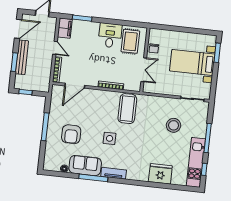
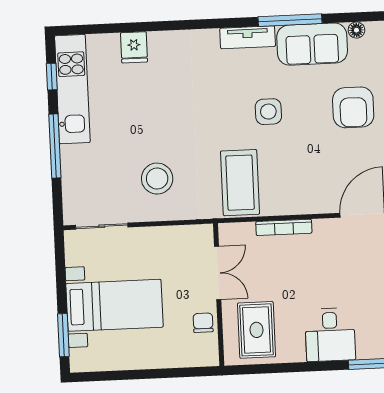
desk: (110, 35) -> (330, 335), moved
double door: (144, 70) -> (218, 273), swing flipped
stool: (174, 125) -> (157, 179), moved
armchair: (71, 134) -> (353, 107), turned 180
fridge: (160, 174) -> (134, 47), width x0.53, depth x0.75

